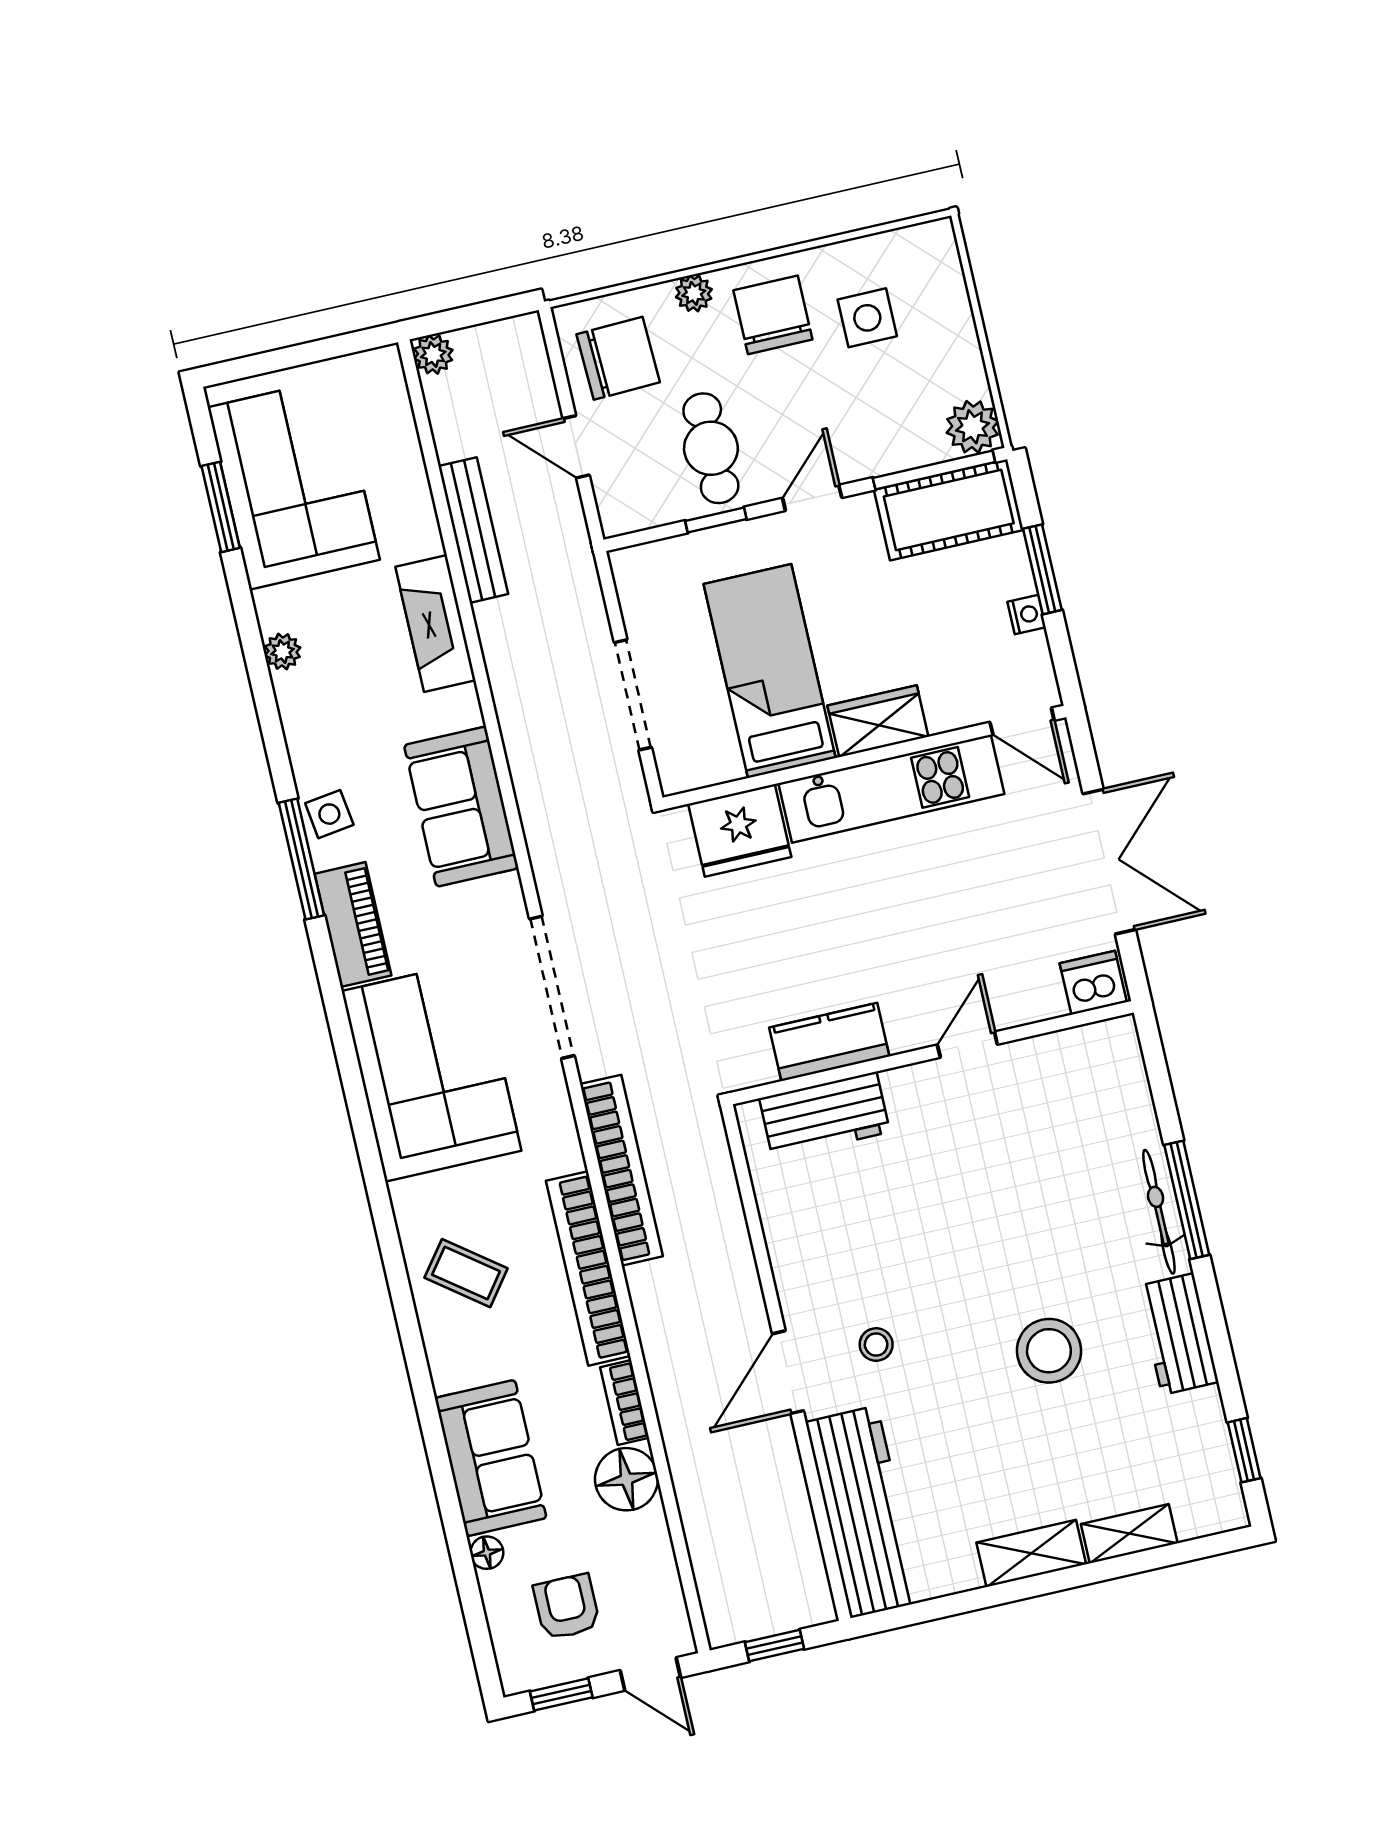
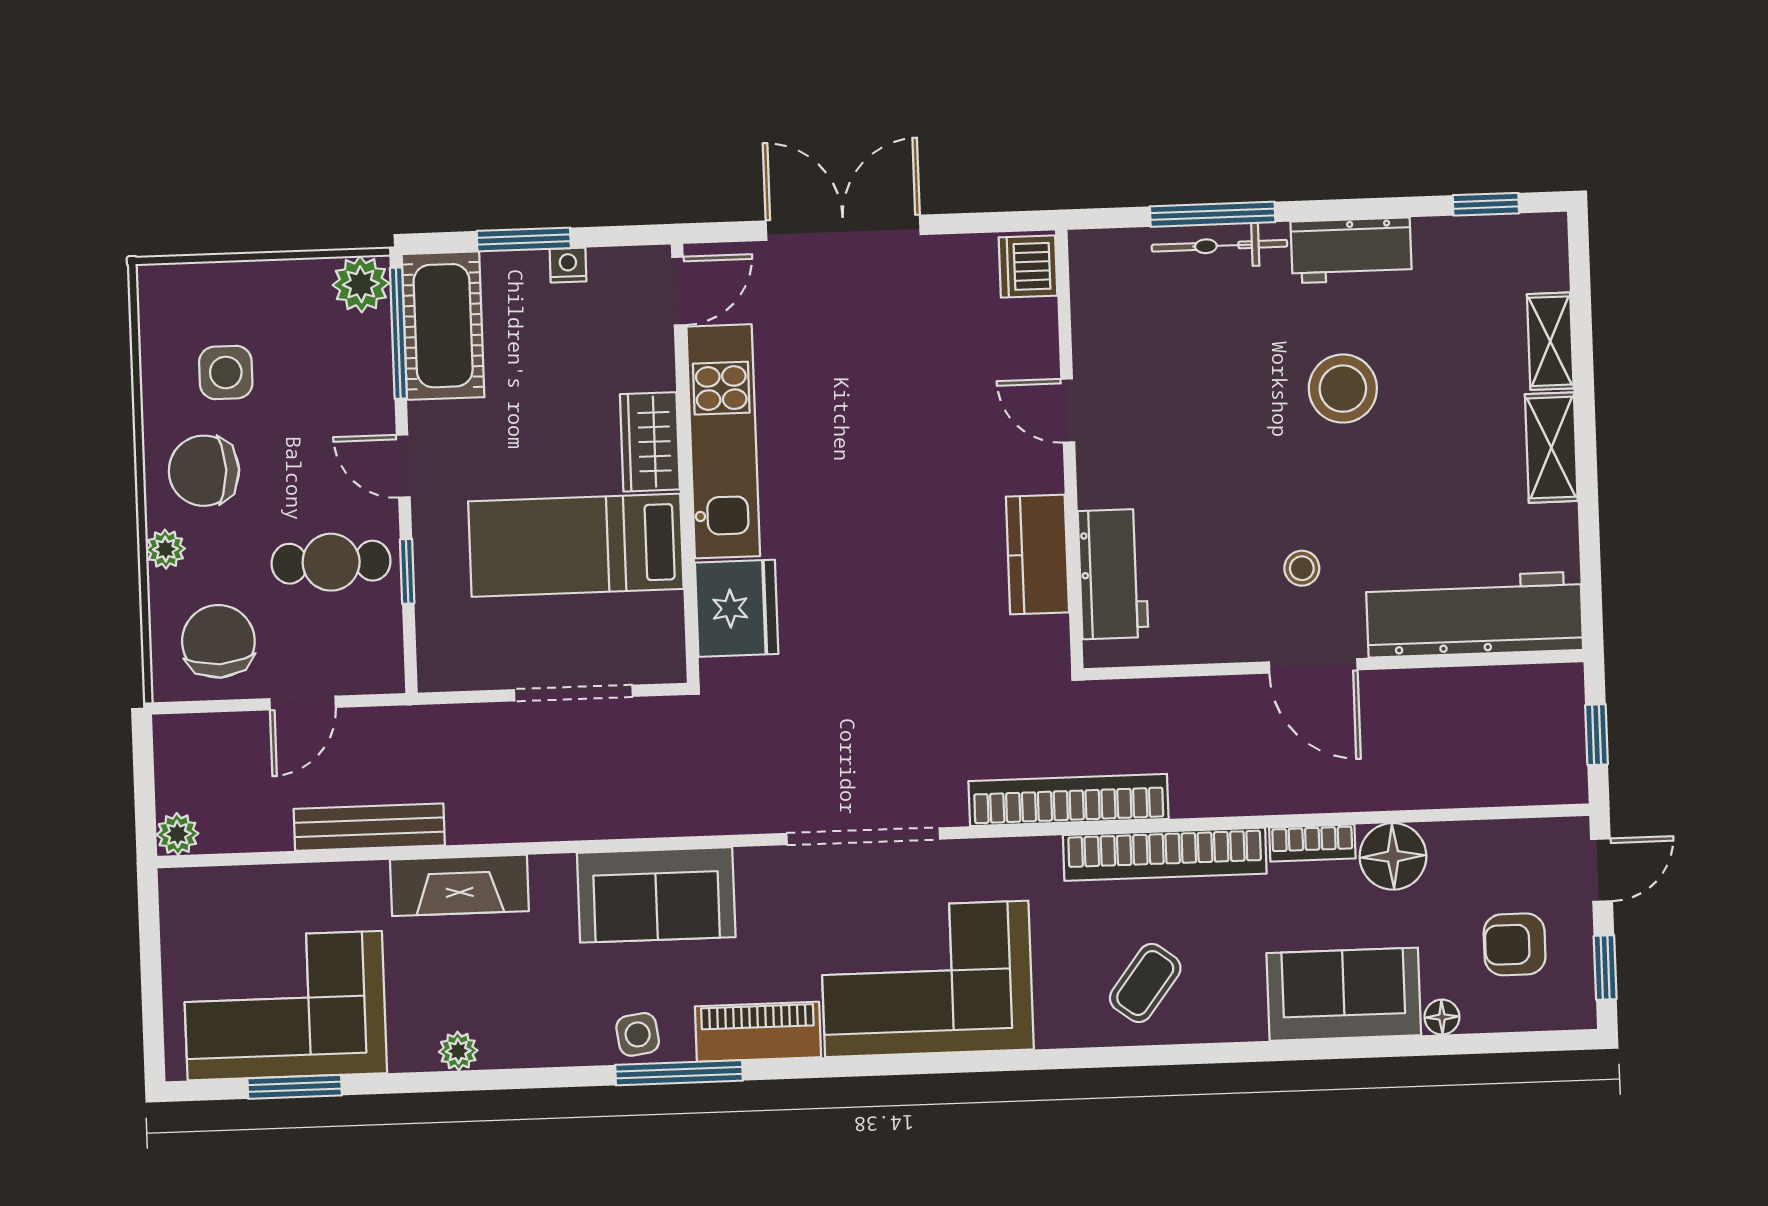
dishwasher: (1093, 983) -> (1028, 266), moved
kitchen counter: (829, 1042) -> (1037, 555), moved
door: (967, 1045) -> (1068, 410), moved
wall: (932, 1053) -> (1069, 449), moved
workbench: (825, 1115) -> (1113, 574), moved

